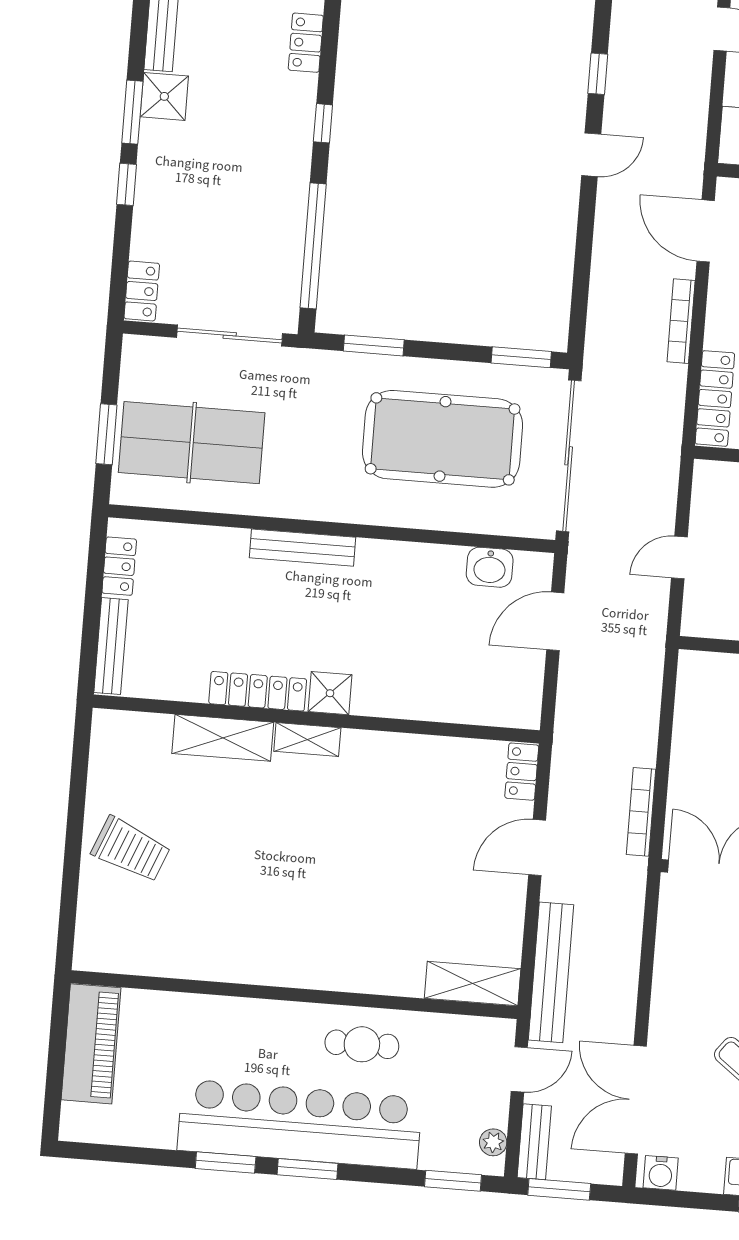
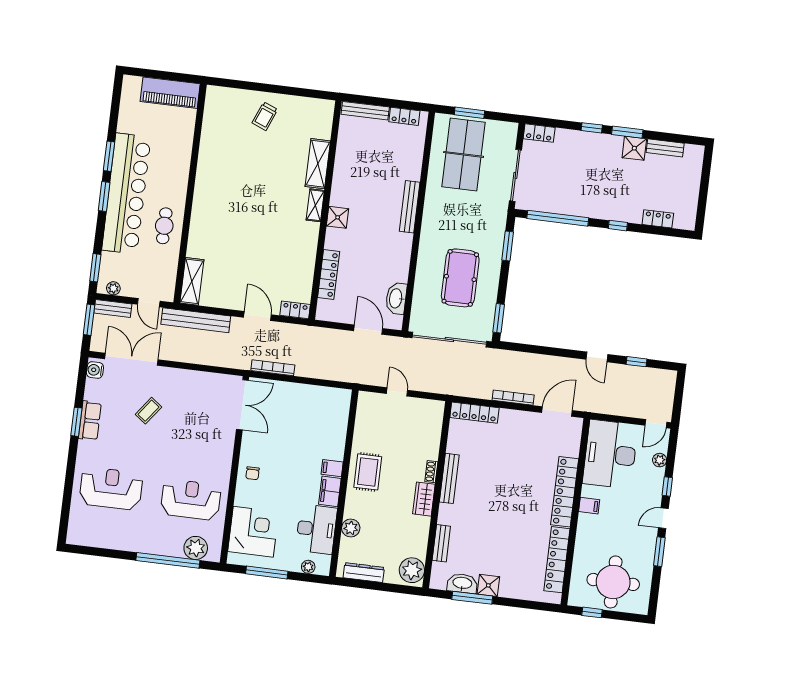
pool table: (443, 439) -> (460, 278), width x0.73, depth x0.76
washbasin: (490, 567) -> (396, 298), width x1.38
locker: (258, 691) -> (329, 275), moved
trolley: (131, 849) -> (265, 116), width x0.73, depth x0.72

